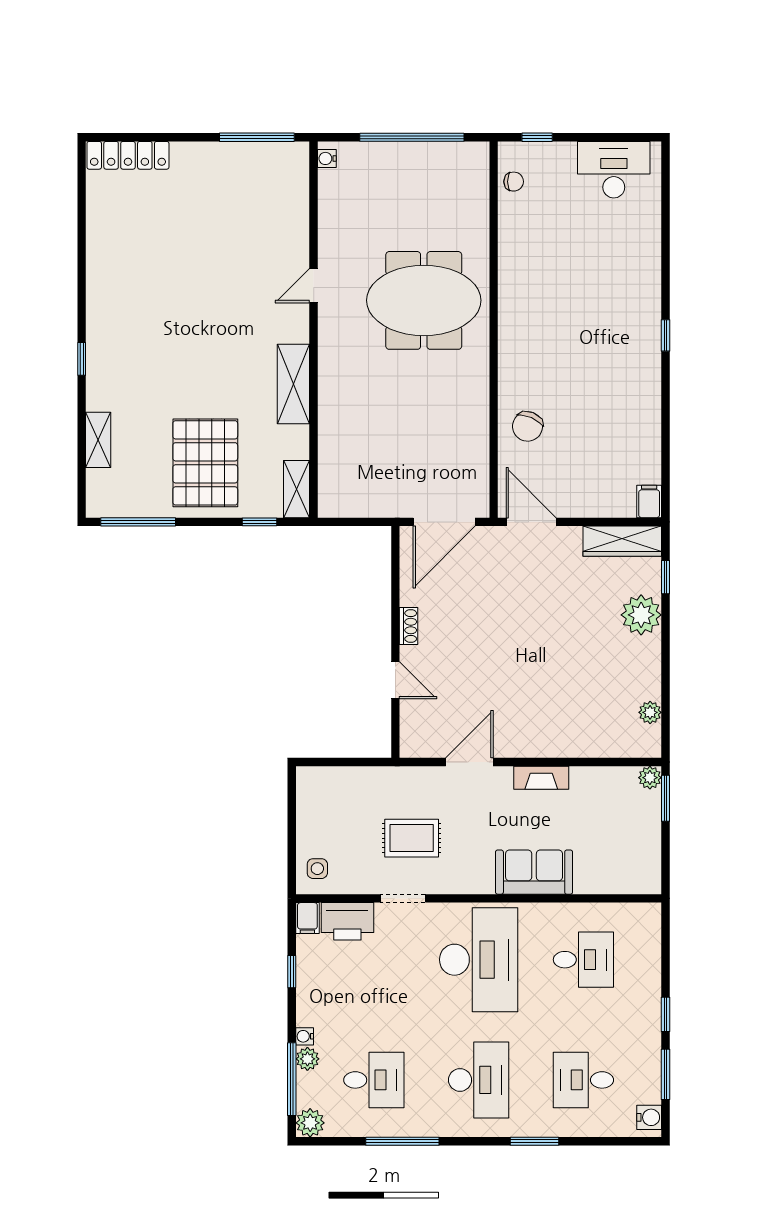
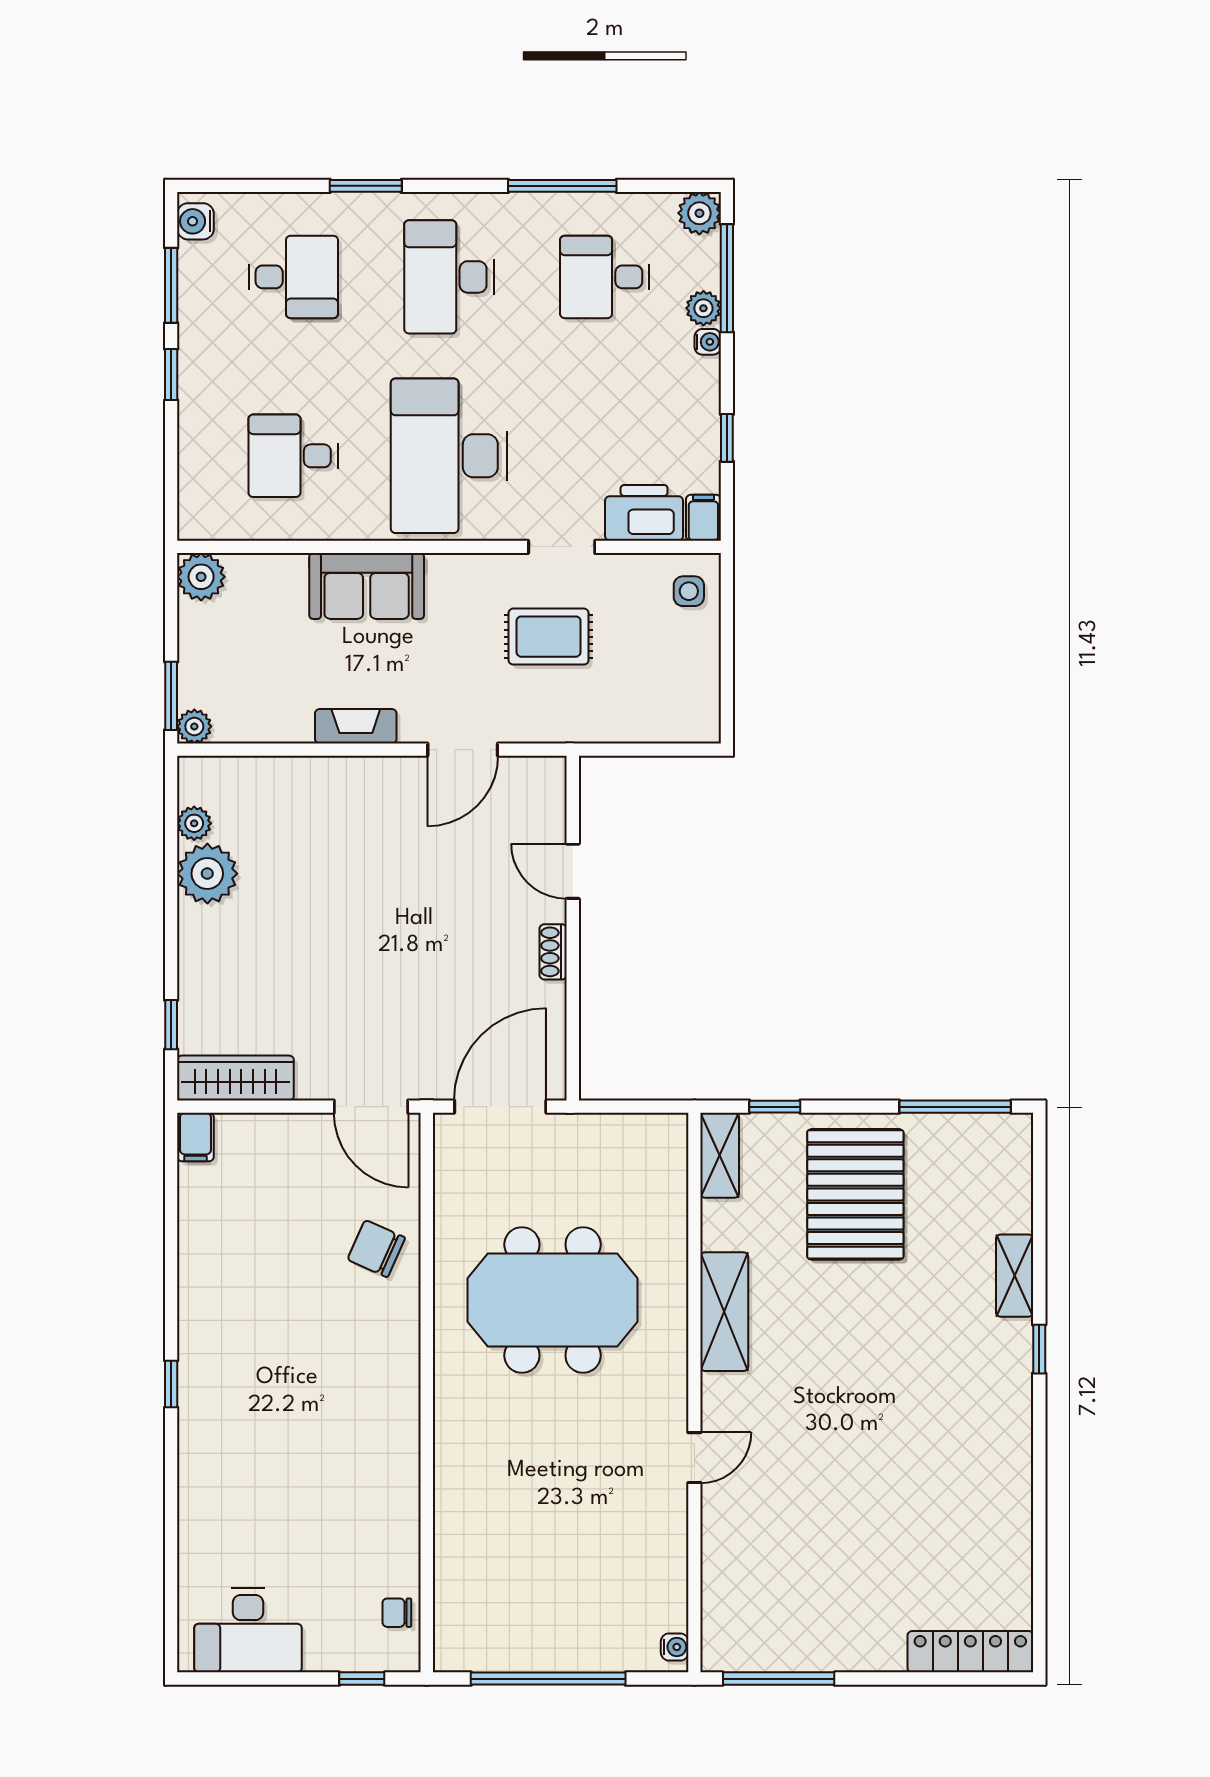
meeting table: (424, 300) -> (552, 1300), moved
chair: (528, 426) -> (376, 1249), turned -89
shelving: (98, 440) -> (1015, 1276), moved
plant: (641, 615) -> (207, 874), moved
plant: (645, 878) -> (201, 577), added

